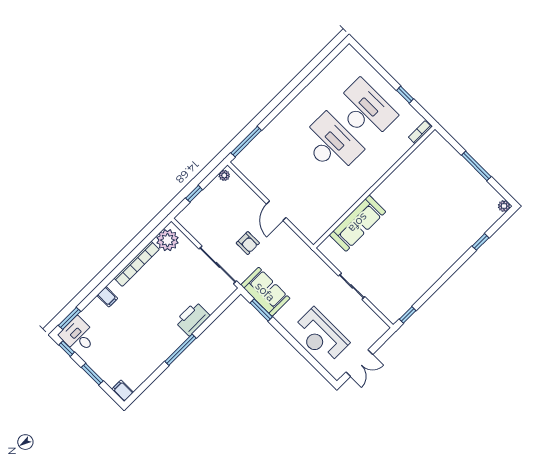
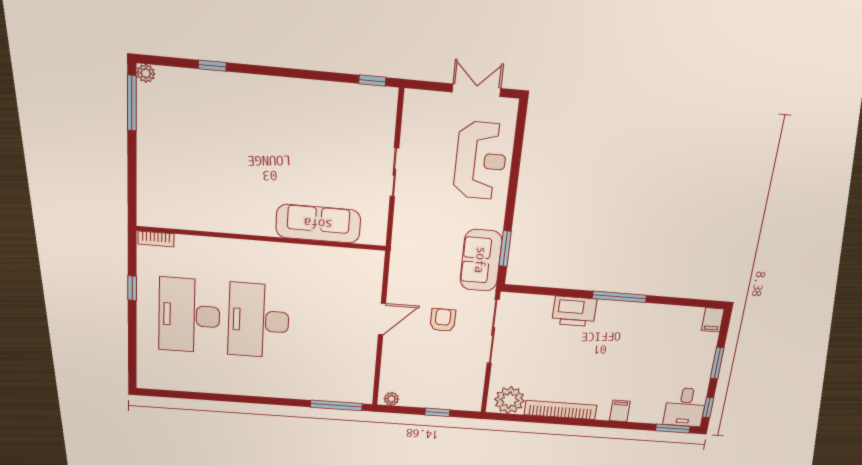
window: (476, 166) -> (132, 103), moved

